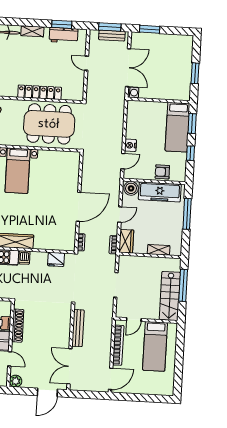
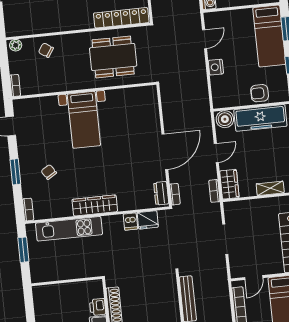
locker: (40, 92) -> (121, 18), moved
dining table: (49, 124) -> (113, 57), width x0.73, depth x0.80
door: (123, 161) -> (205, 39), moved
dresser: (70, 240) -> (161, 193), added
dishwasher: (24, 258) -> (130, 221), moved

